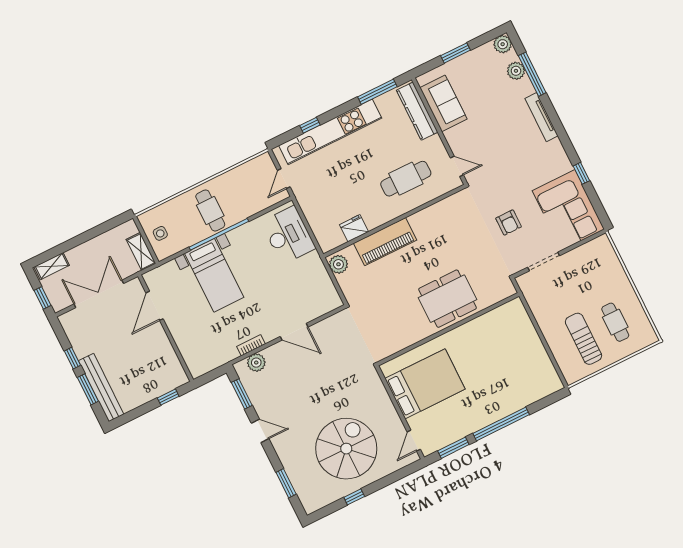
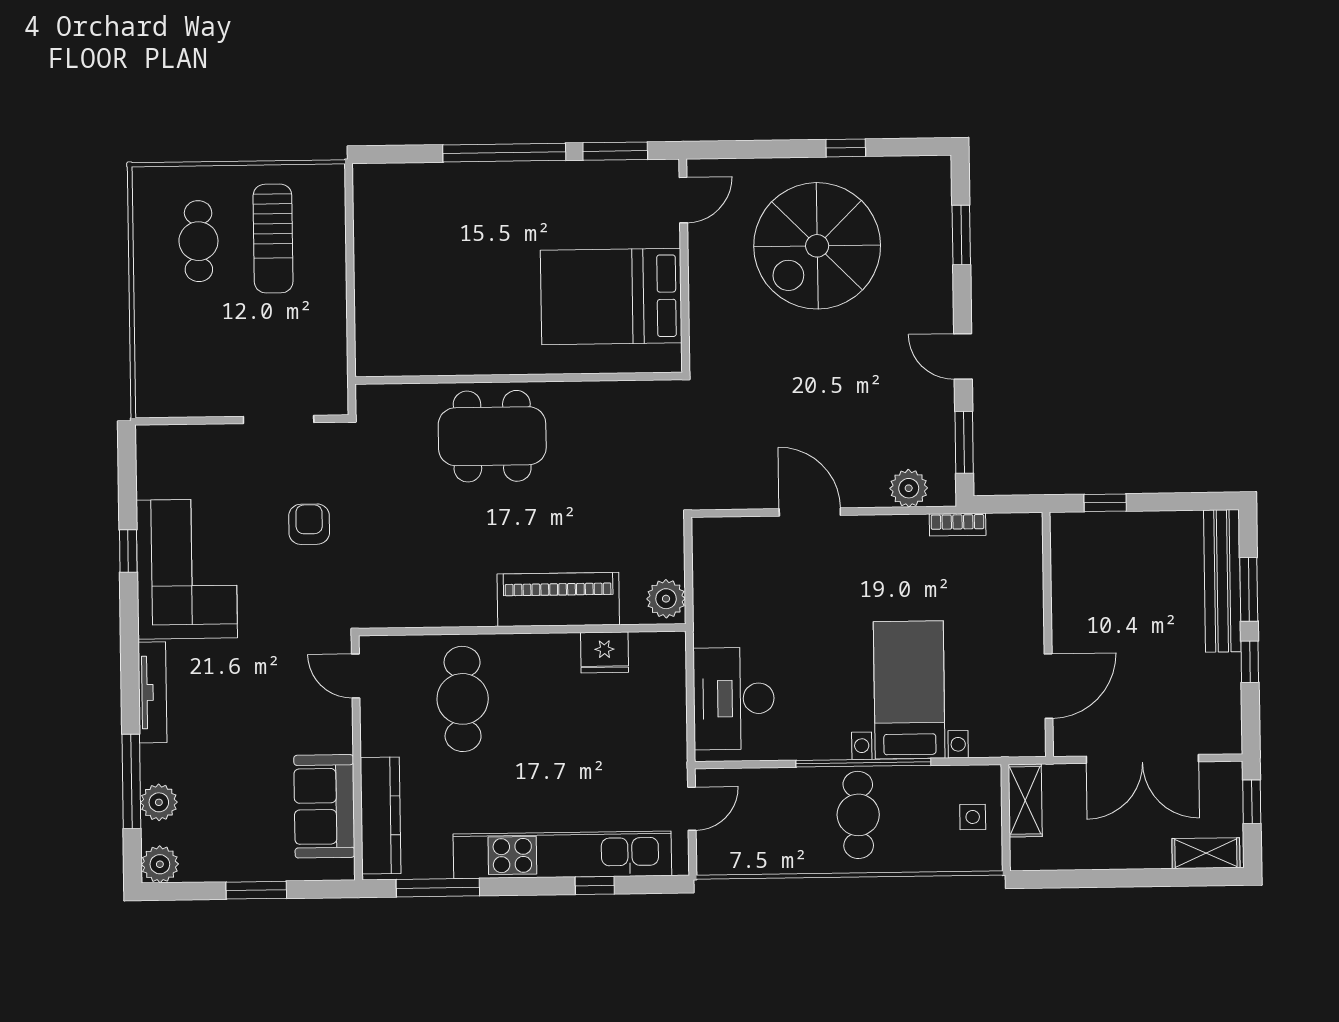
cafe table: (406, 179) -> (463, 699), turned 90
corner sofa: (568, 210) -> (187, 569), moved
bookcase: (251, 345) -> (958, 525), moved

